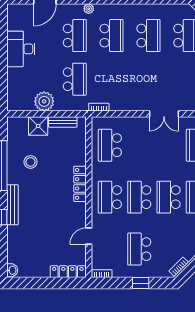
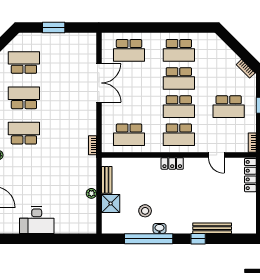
school desk: (75, 36) -> (24, 168), removed
school desk: (75, 79) -> (66, 168), removed
plant: (44, 101) -> (91, 193), width x0.53, depth x0.53
double door: (164, 114) -> (99, 83), width x1.37
locker: (80, 184) -> (172, 163), width x0.66
bench: (12, 205) -> (212, 228), moved
washbasin: (12, 270) -> (160, 228), moved

